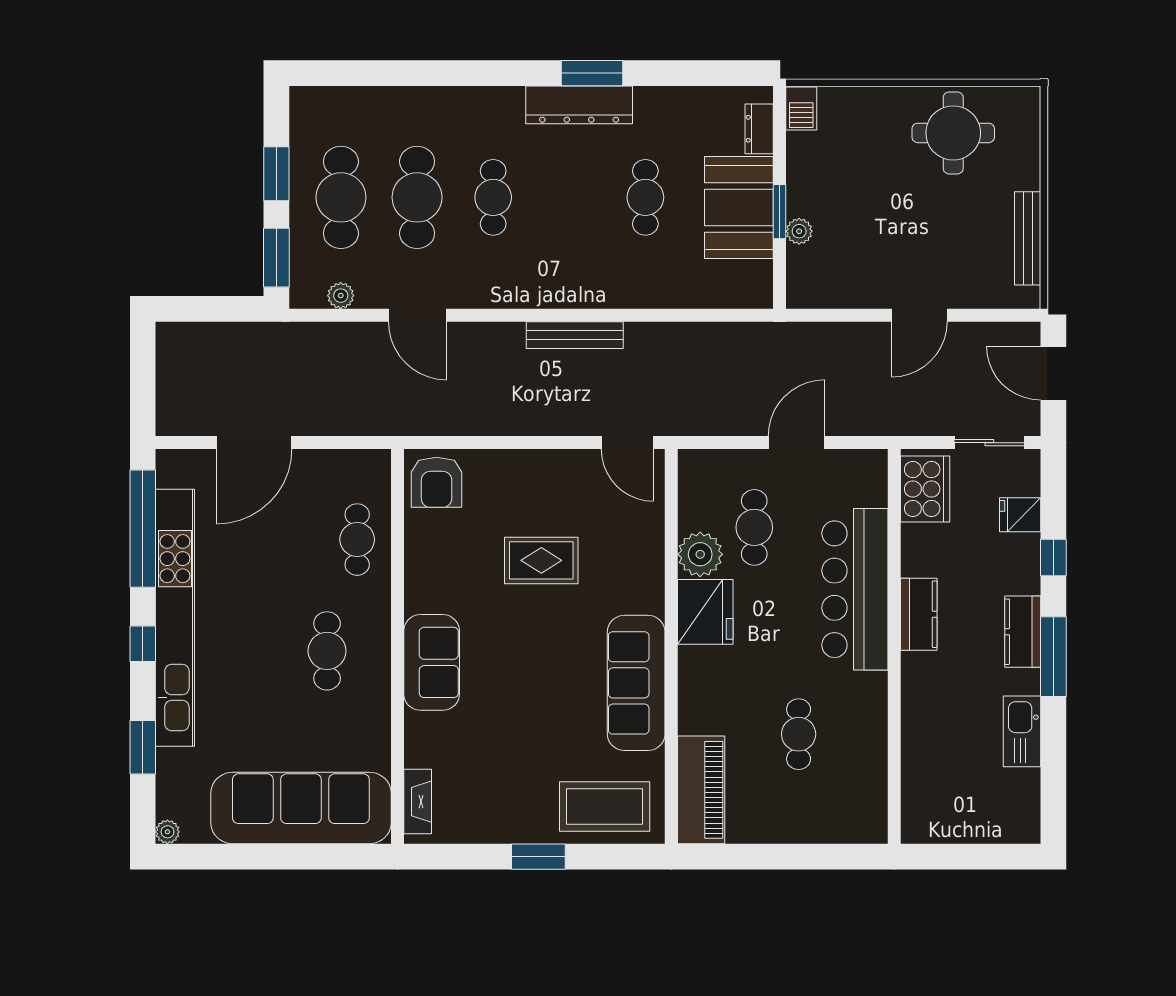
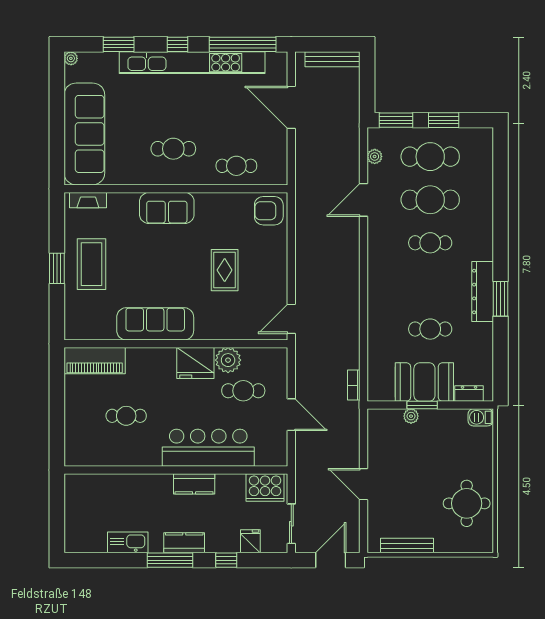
bookcase: (744, 332) -> (354, 385), added
bench: (575, 335) -> (332, 59), moved, turned 90
coffee table: (605, 806) -> (92, 264), moved

